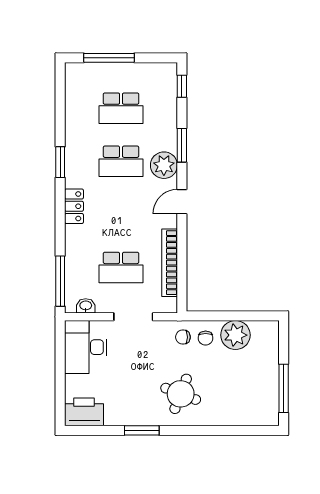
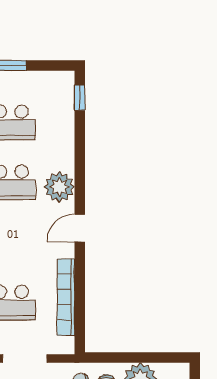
window: (182, 145) -> (80, 164), removed

